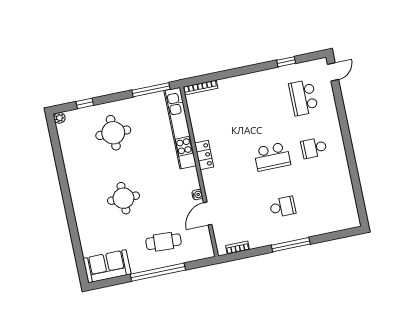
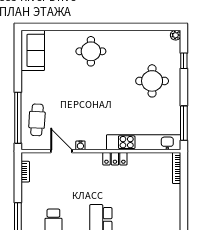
round table: (123, 198) -> (91, 51), moved
cafe table: (163, 242) -> (37, 120), moved
window: (158, 272) -> (18, 118), moved

